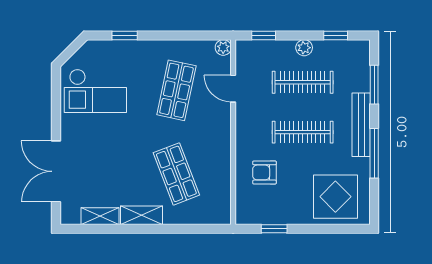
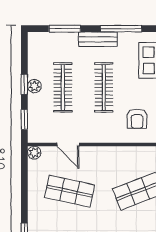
window: (336, 35) -> (24, 84), moved
door: (233, 89) -> (68, 145), hinge flipped
bench: (361, 125) -> (98, 39), width x0.73

